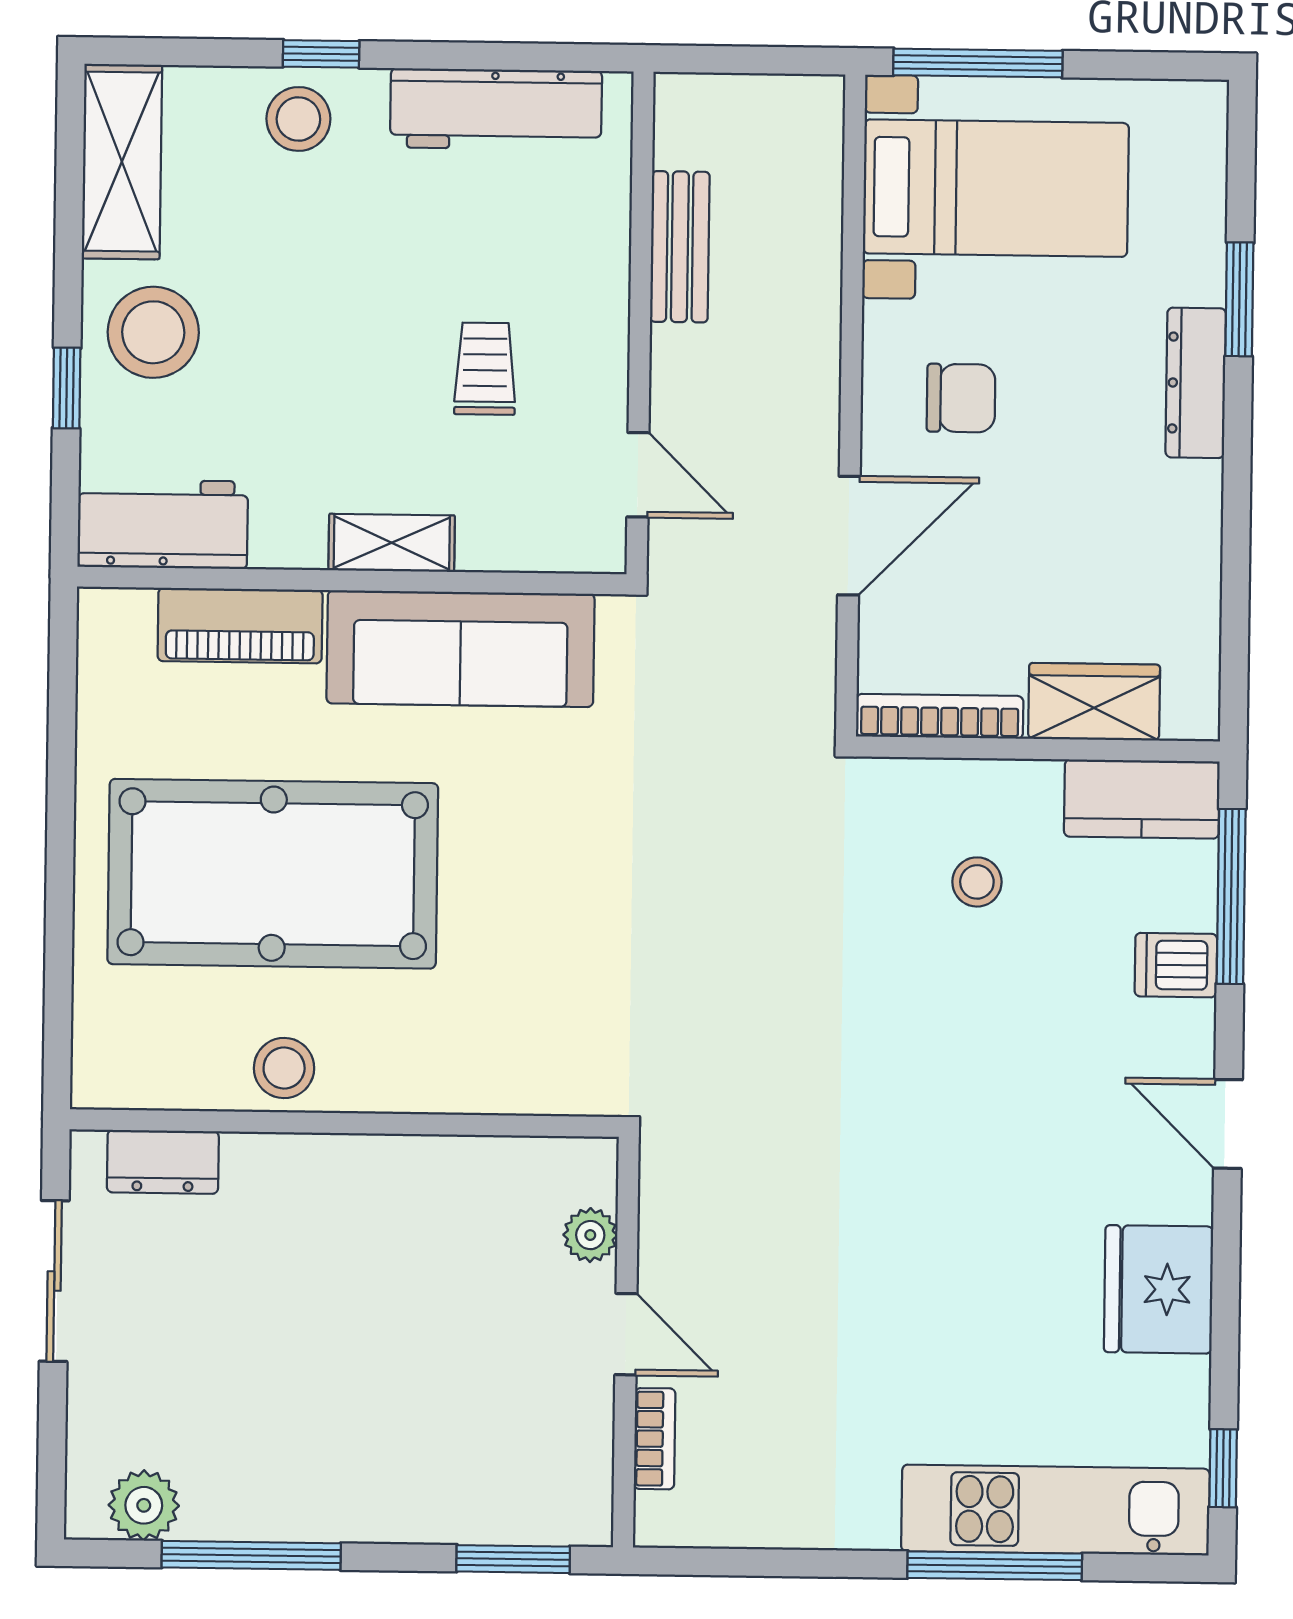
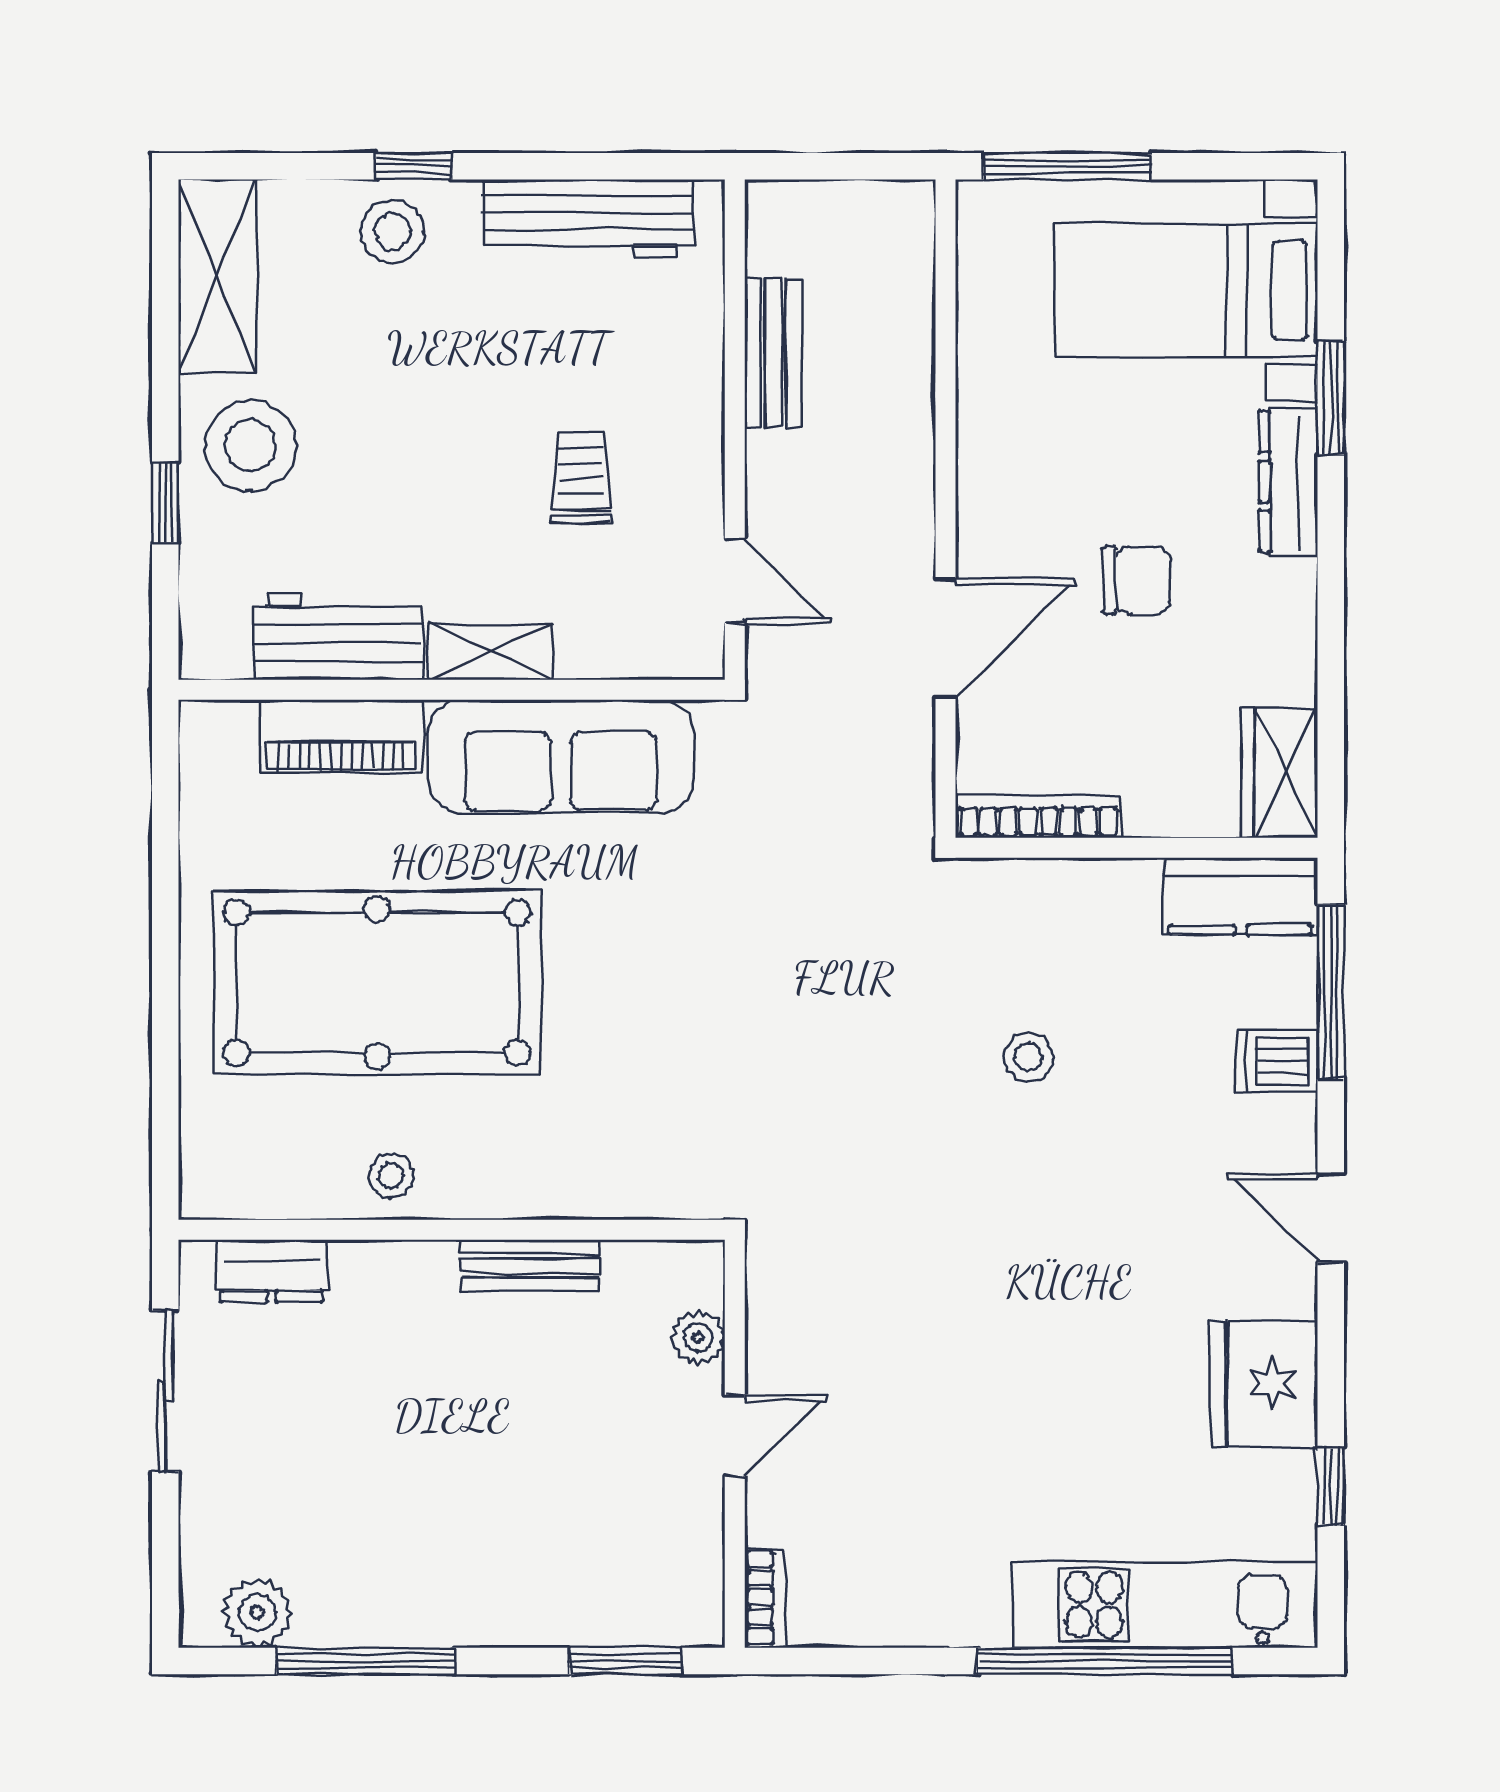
bed with nightstands: (996, 188) -> (1186, 291), moved, turned 180
chair: (961, 398) -> (1136, 580), moved
workbench: (163, 524) -> (339, 636), moved
wardrobe: (1094, 702) -> (1280, 773), moved, turned -90
stool: (977, 882) -> (1029, 1057), moved
stool: (284, 1068) -> (391, 1176), width x0.73, depth x0.73
bench: (422, 1161) -> (529, 1266), added
door: (626, 1334) -> (735, 1436), hinge flipped
bookcase: (655, 1439) -> (765, 1598), moved
window: (1223, 1468) -> (1331, 1486), moved
window: (995, 1566) -> (1105, 1661), width x1.46

